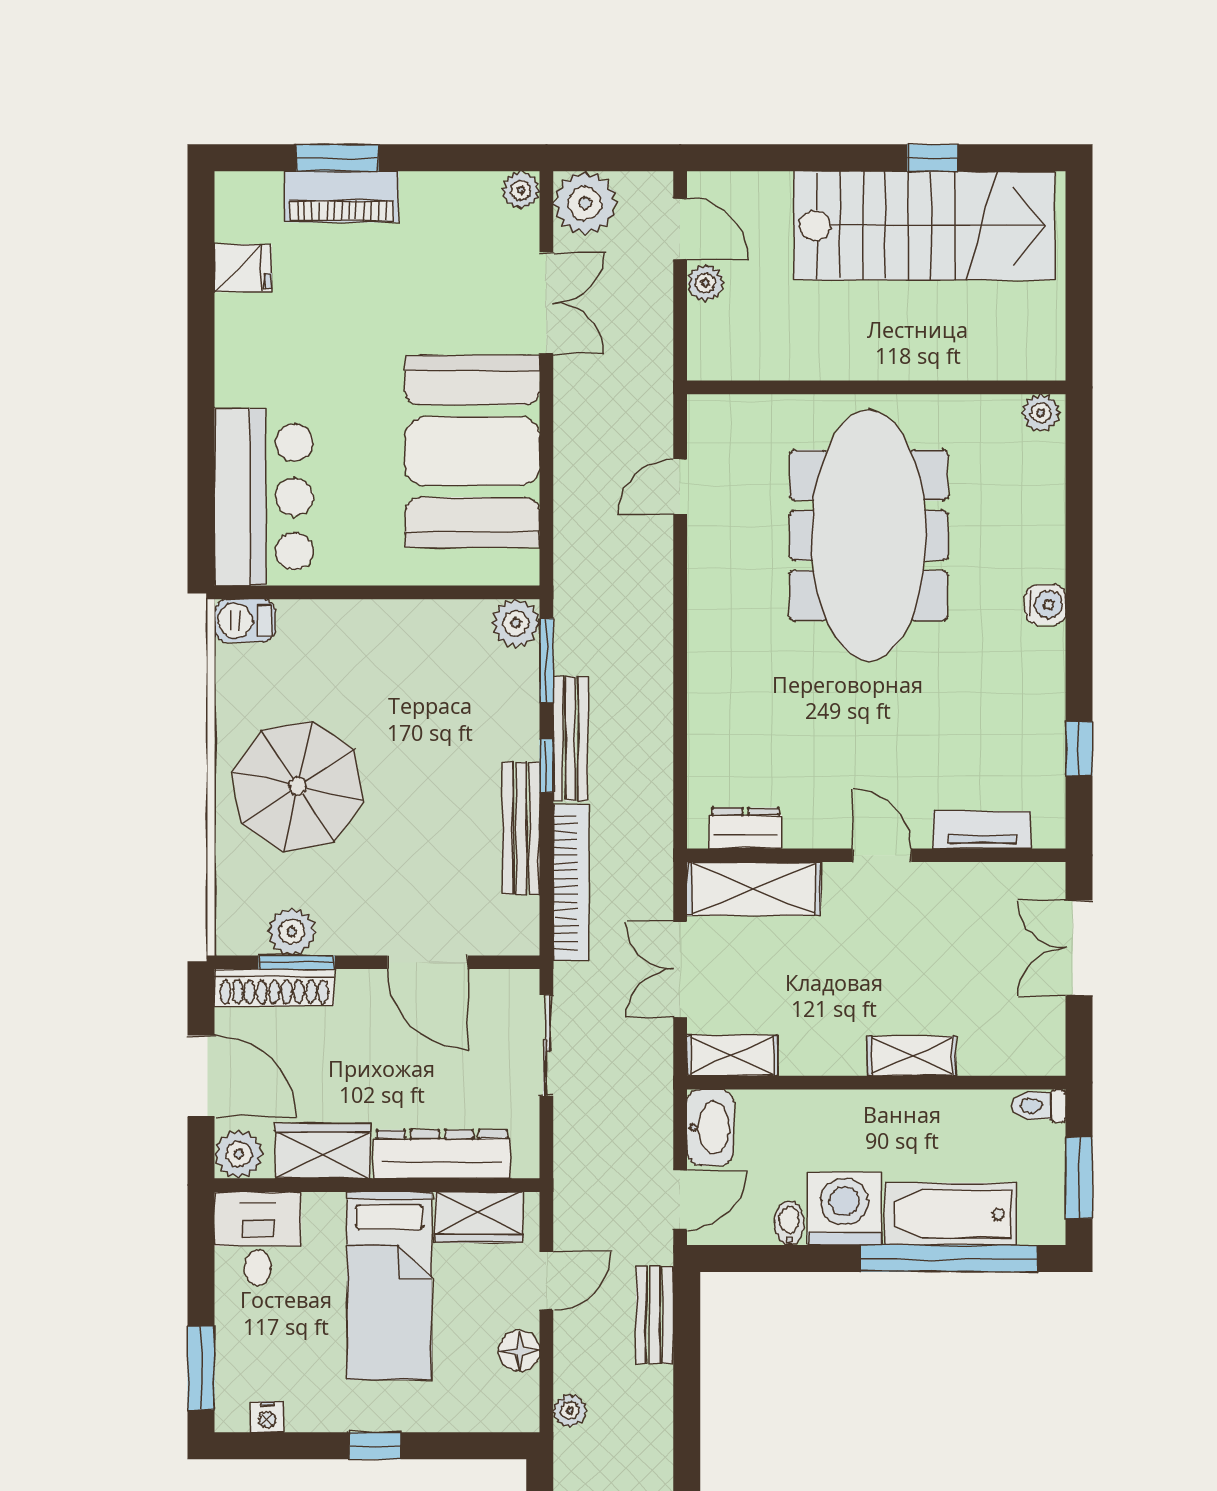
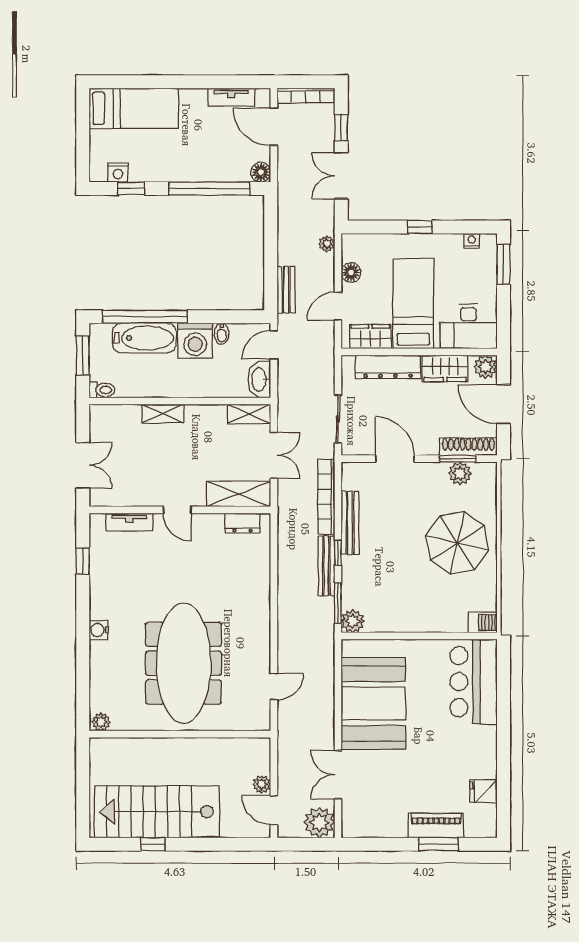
plant: (521, 190) -> (350, 829), removed
desk: (258, 1239) -> (469, 326), width x1.37

